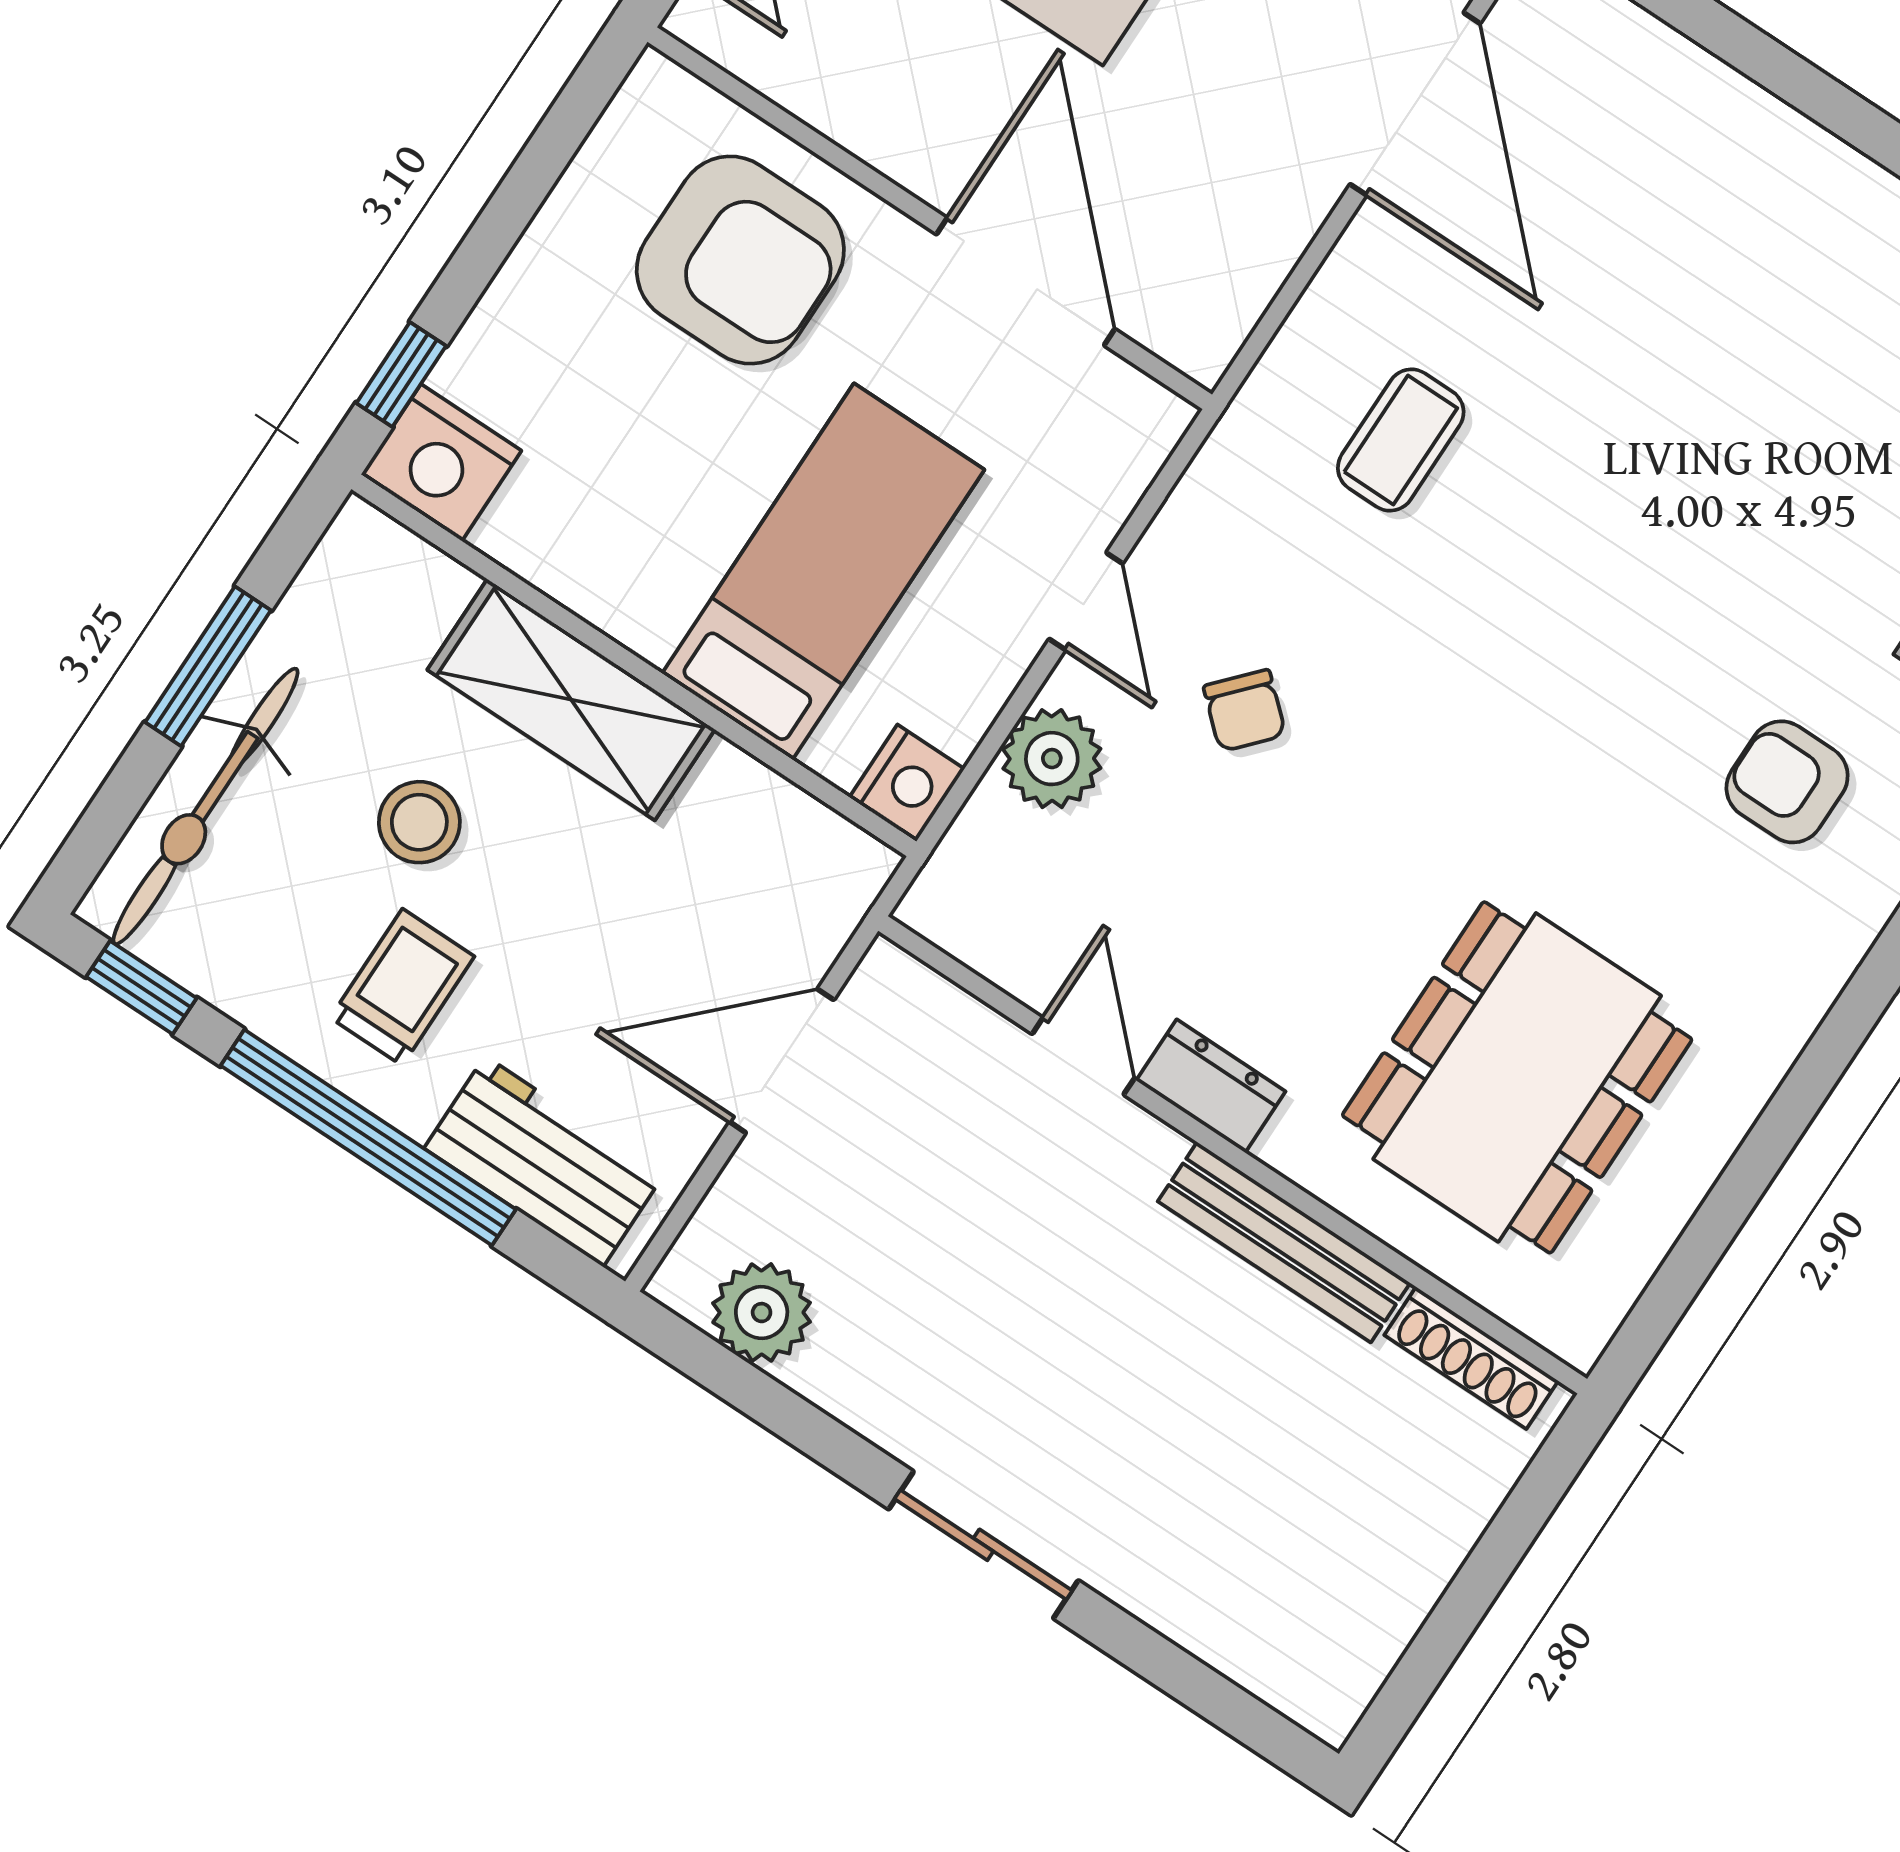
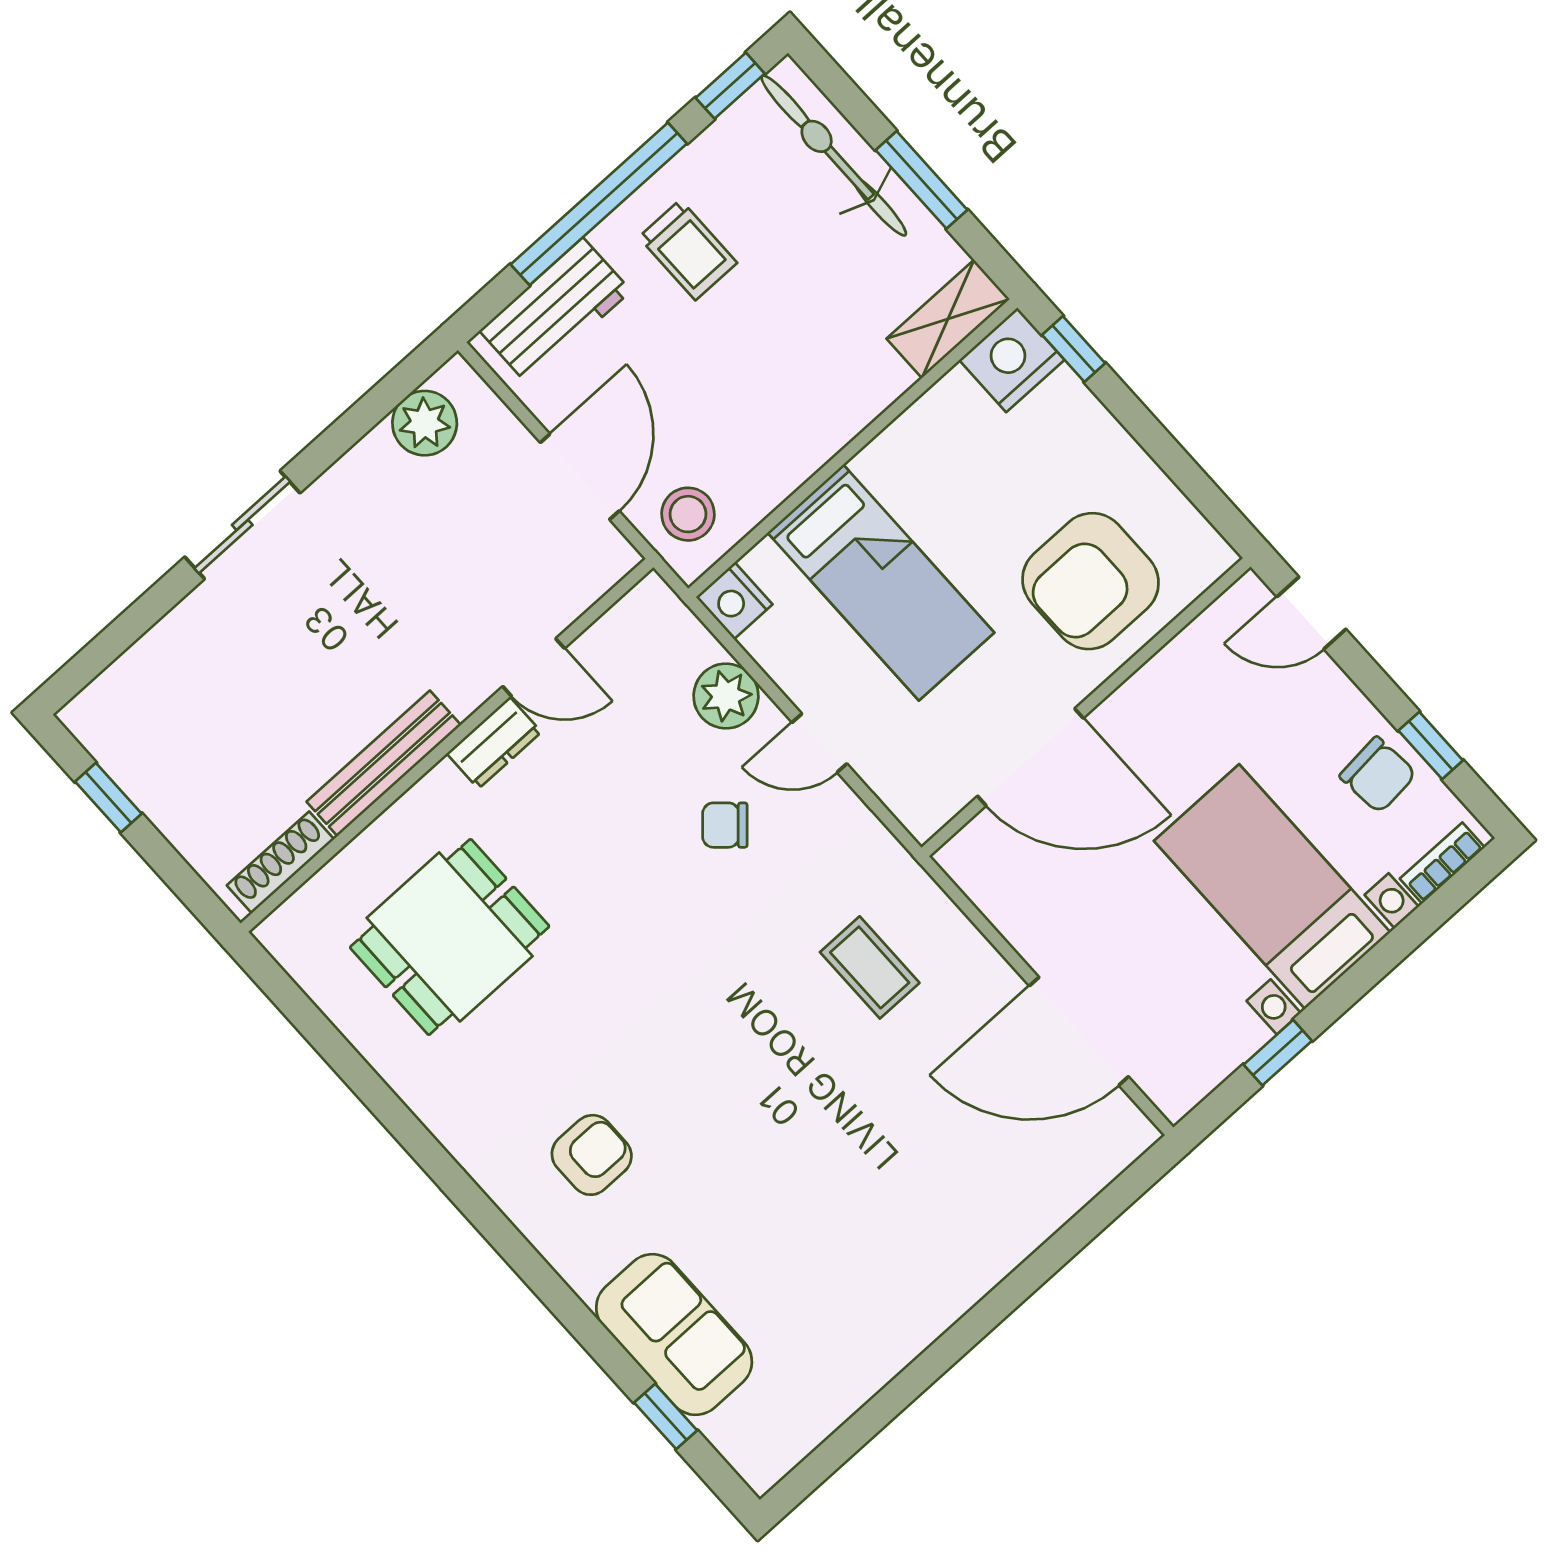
shelving: (571, 700) -> (948, 319), moved, width x0.67, depth x0.75
stool: (419, 822) -> (688, 514), moved
dining table: (1517, 1077) -> (450, 937), width x0.73
window: (1441, 1639) -> (108, 798), added

